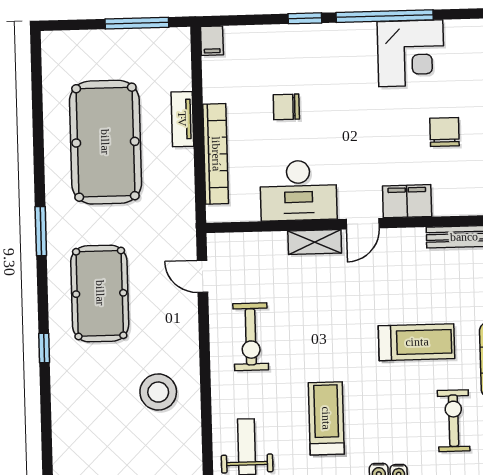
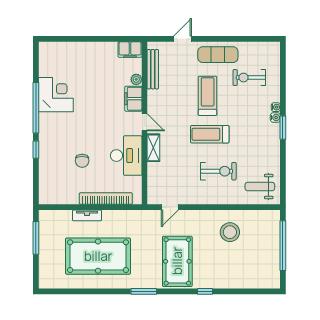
filing cabinet: (212, 41) -> (46, 199), removed
chair: (444, 132) -> (98, 78), removed
plant: (444, 206) -> (136, 79), added
pool table: (100, 293) -> (177, 261), turned 90
exercise bike: (251, 337) -> (218, 171), moved
treadmill: (326, 418) -> (210, 134), moved

